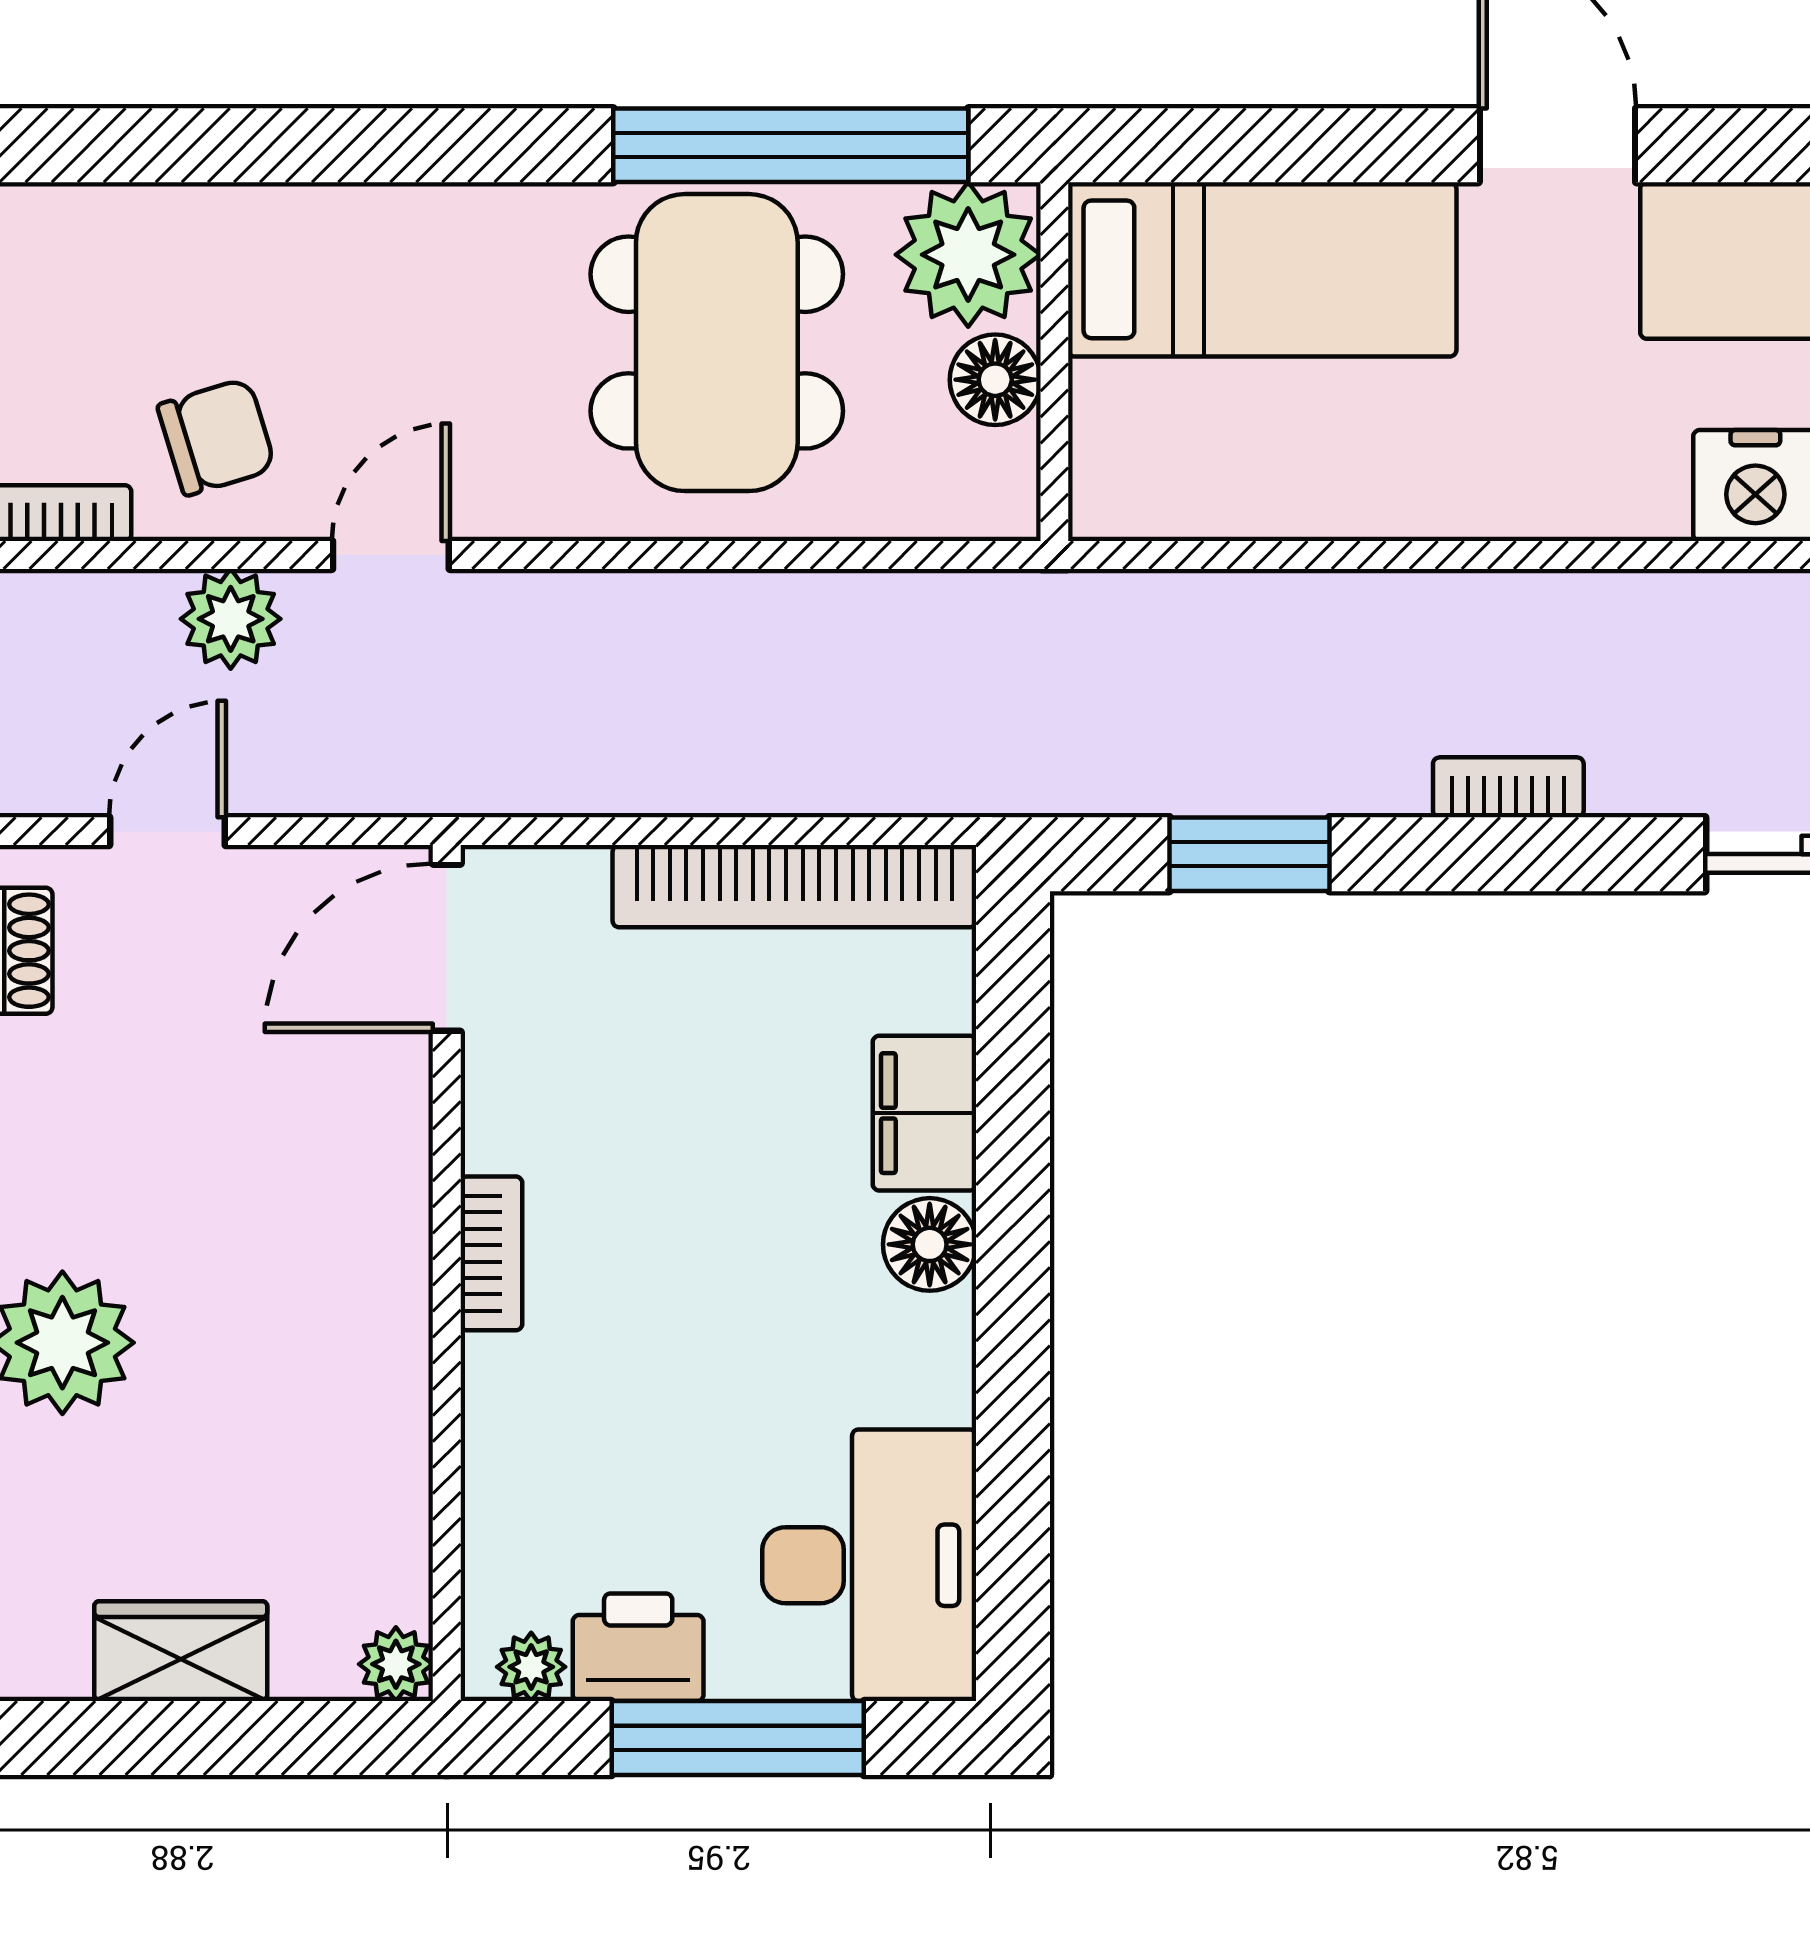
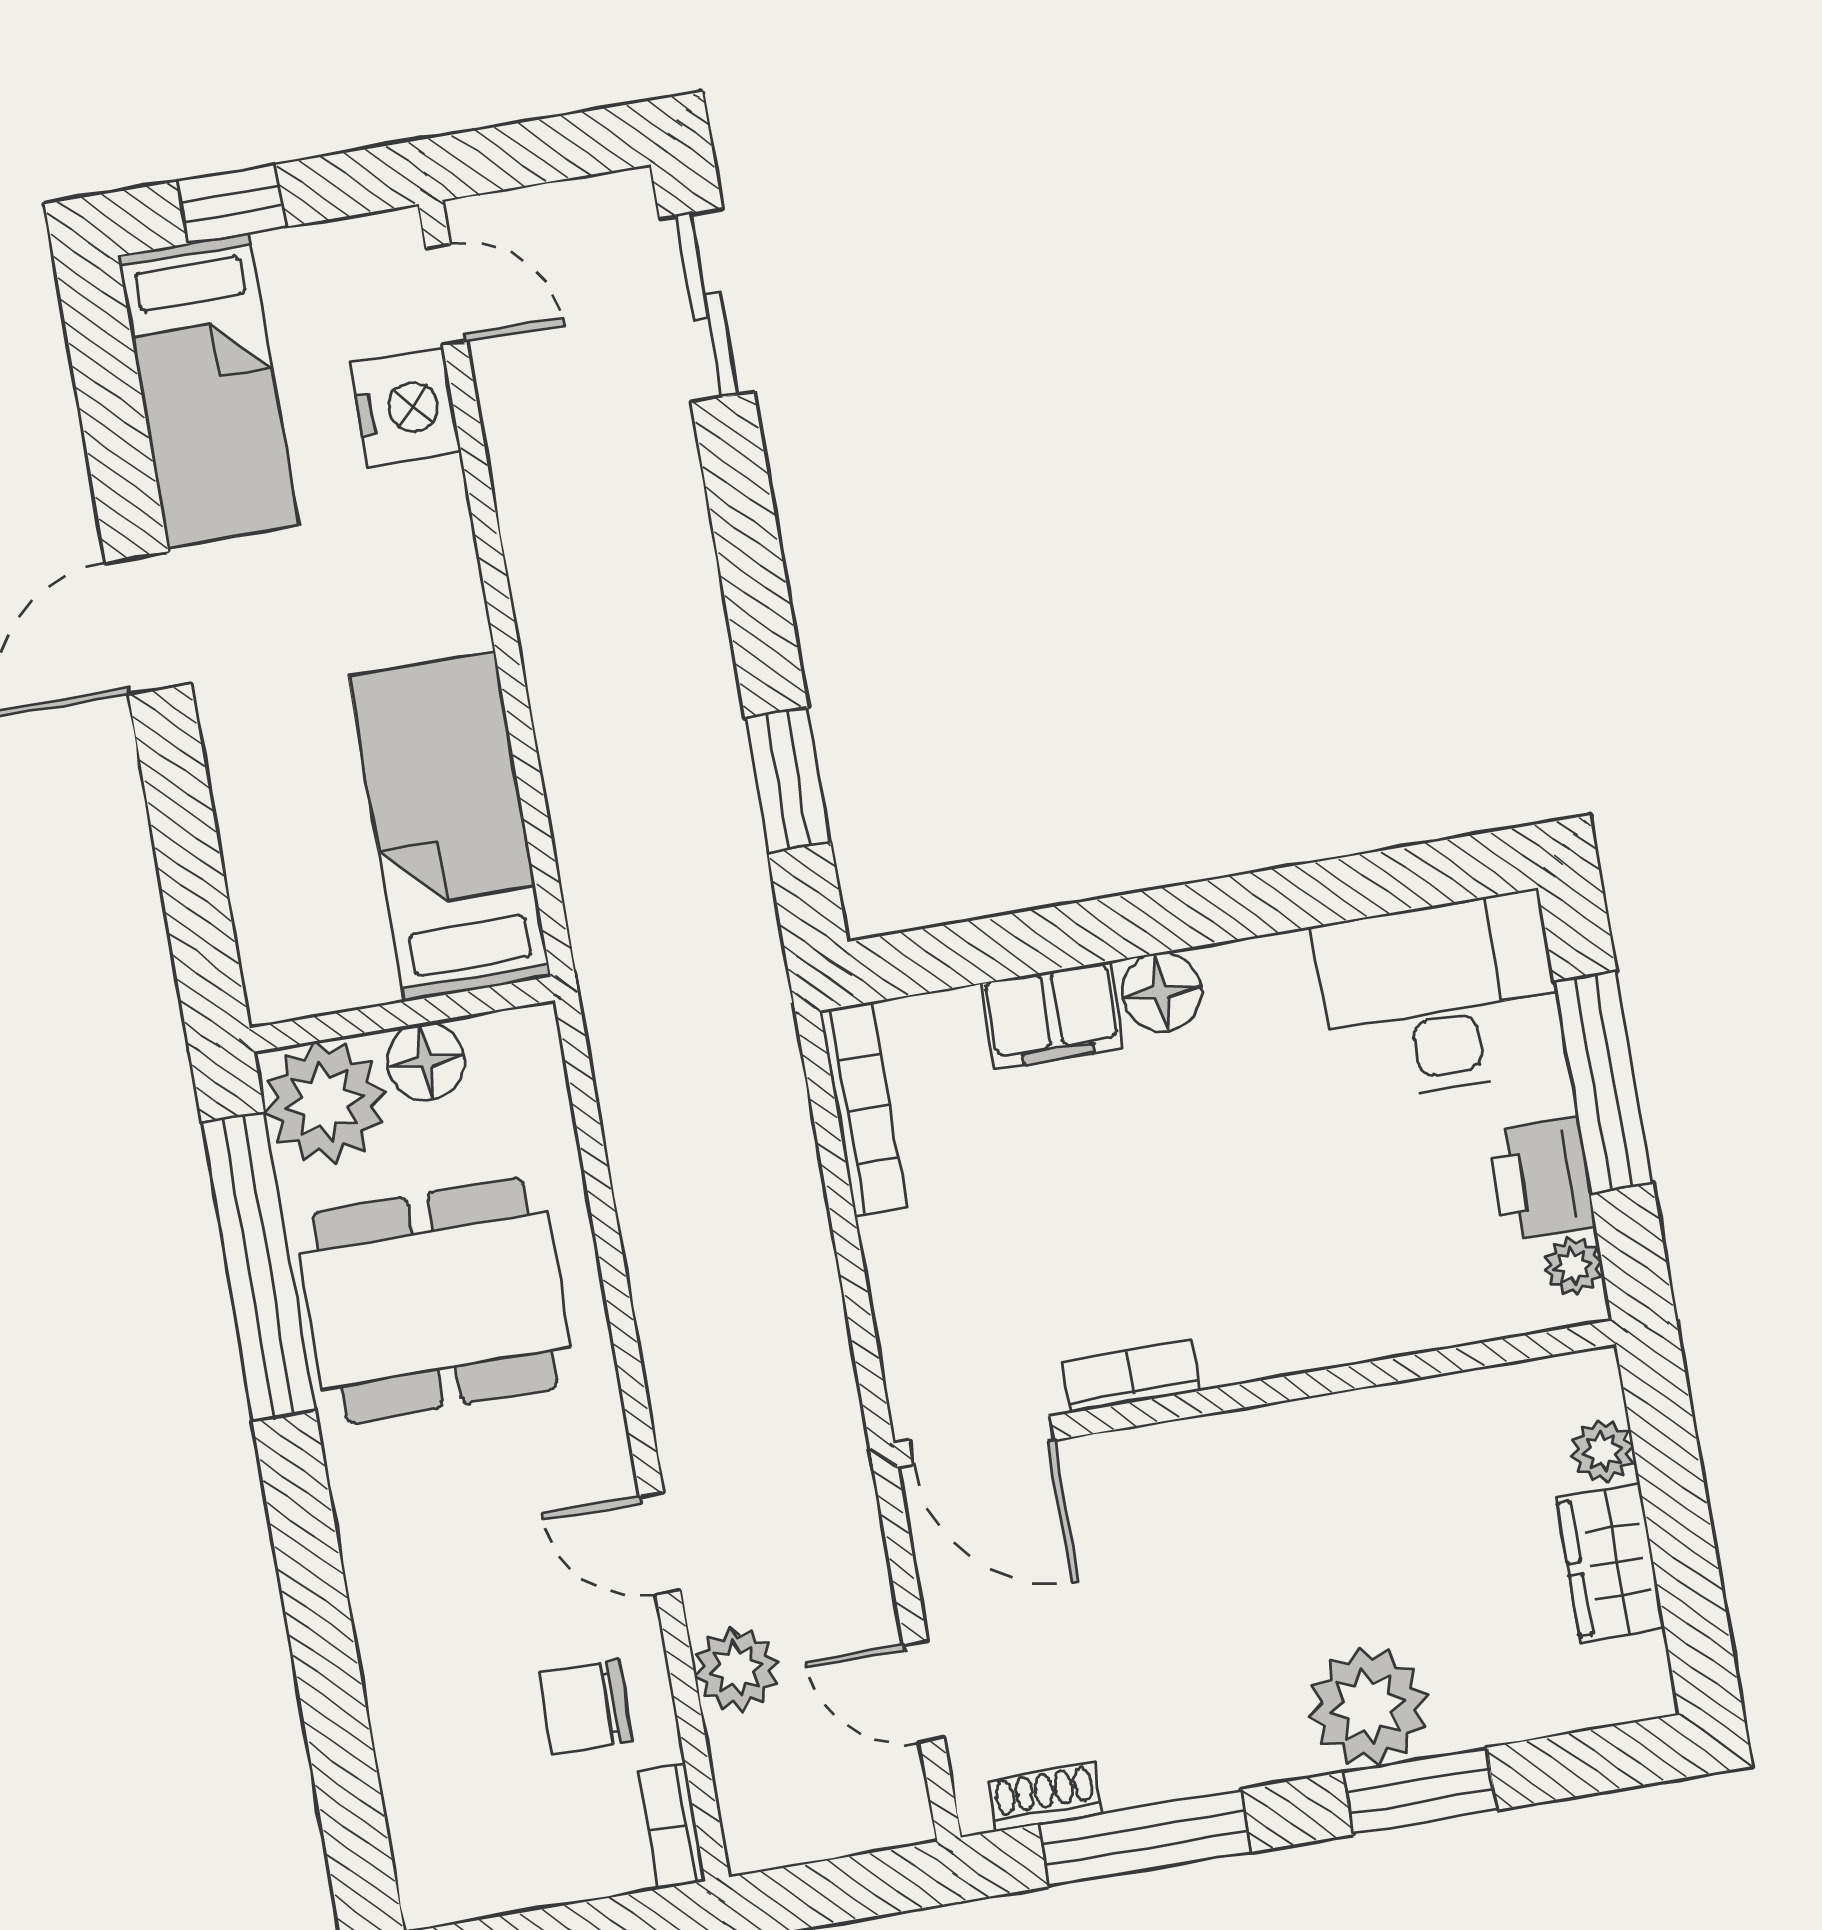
bed: (1262, 269) -> (450, 827), moved
chair: (216, 437) -> (586, 1707), turned -73
bookcase: (1508, 787) -> (694, 572), removed
bookcase: (794, 886) -> (863, 1109), width x0.68, depth x0.76
bookcase: (491, 1253) -> (1131, 1376), moved
plant: (396, 1664) -> (1603, 1451), moved

